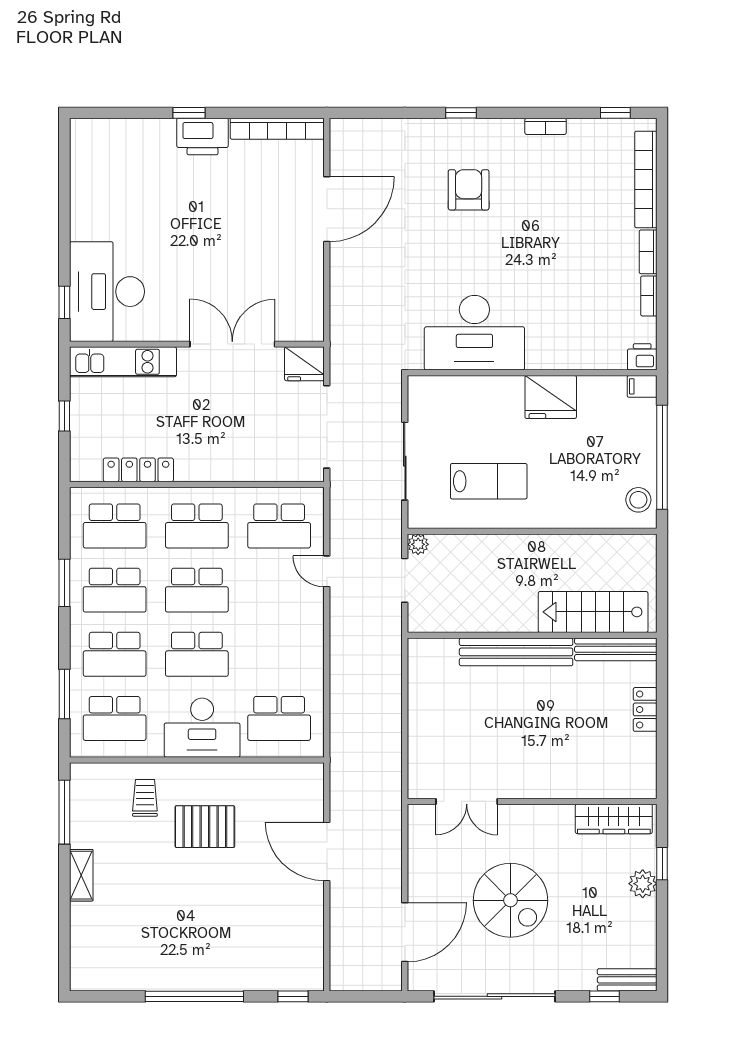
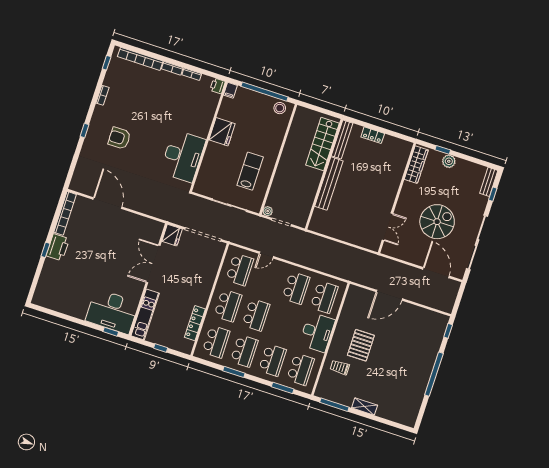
school desk: (197, 654) -> (296, 288), moved

